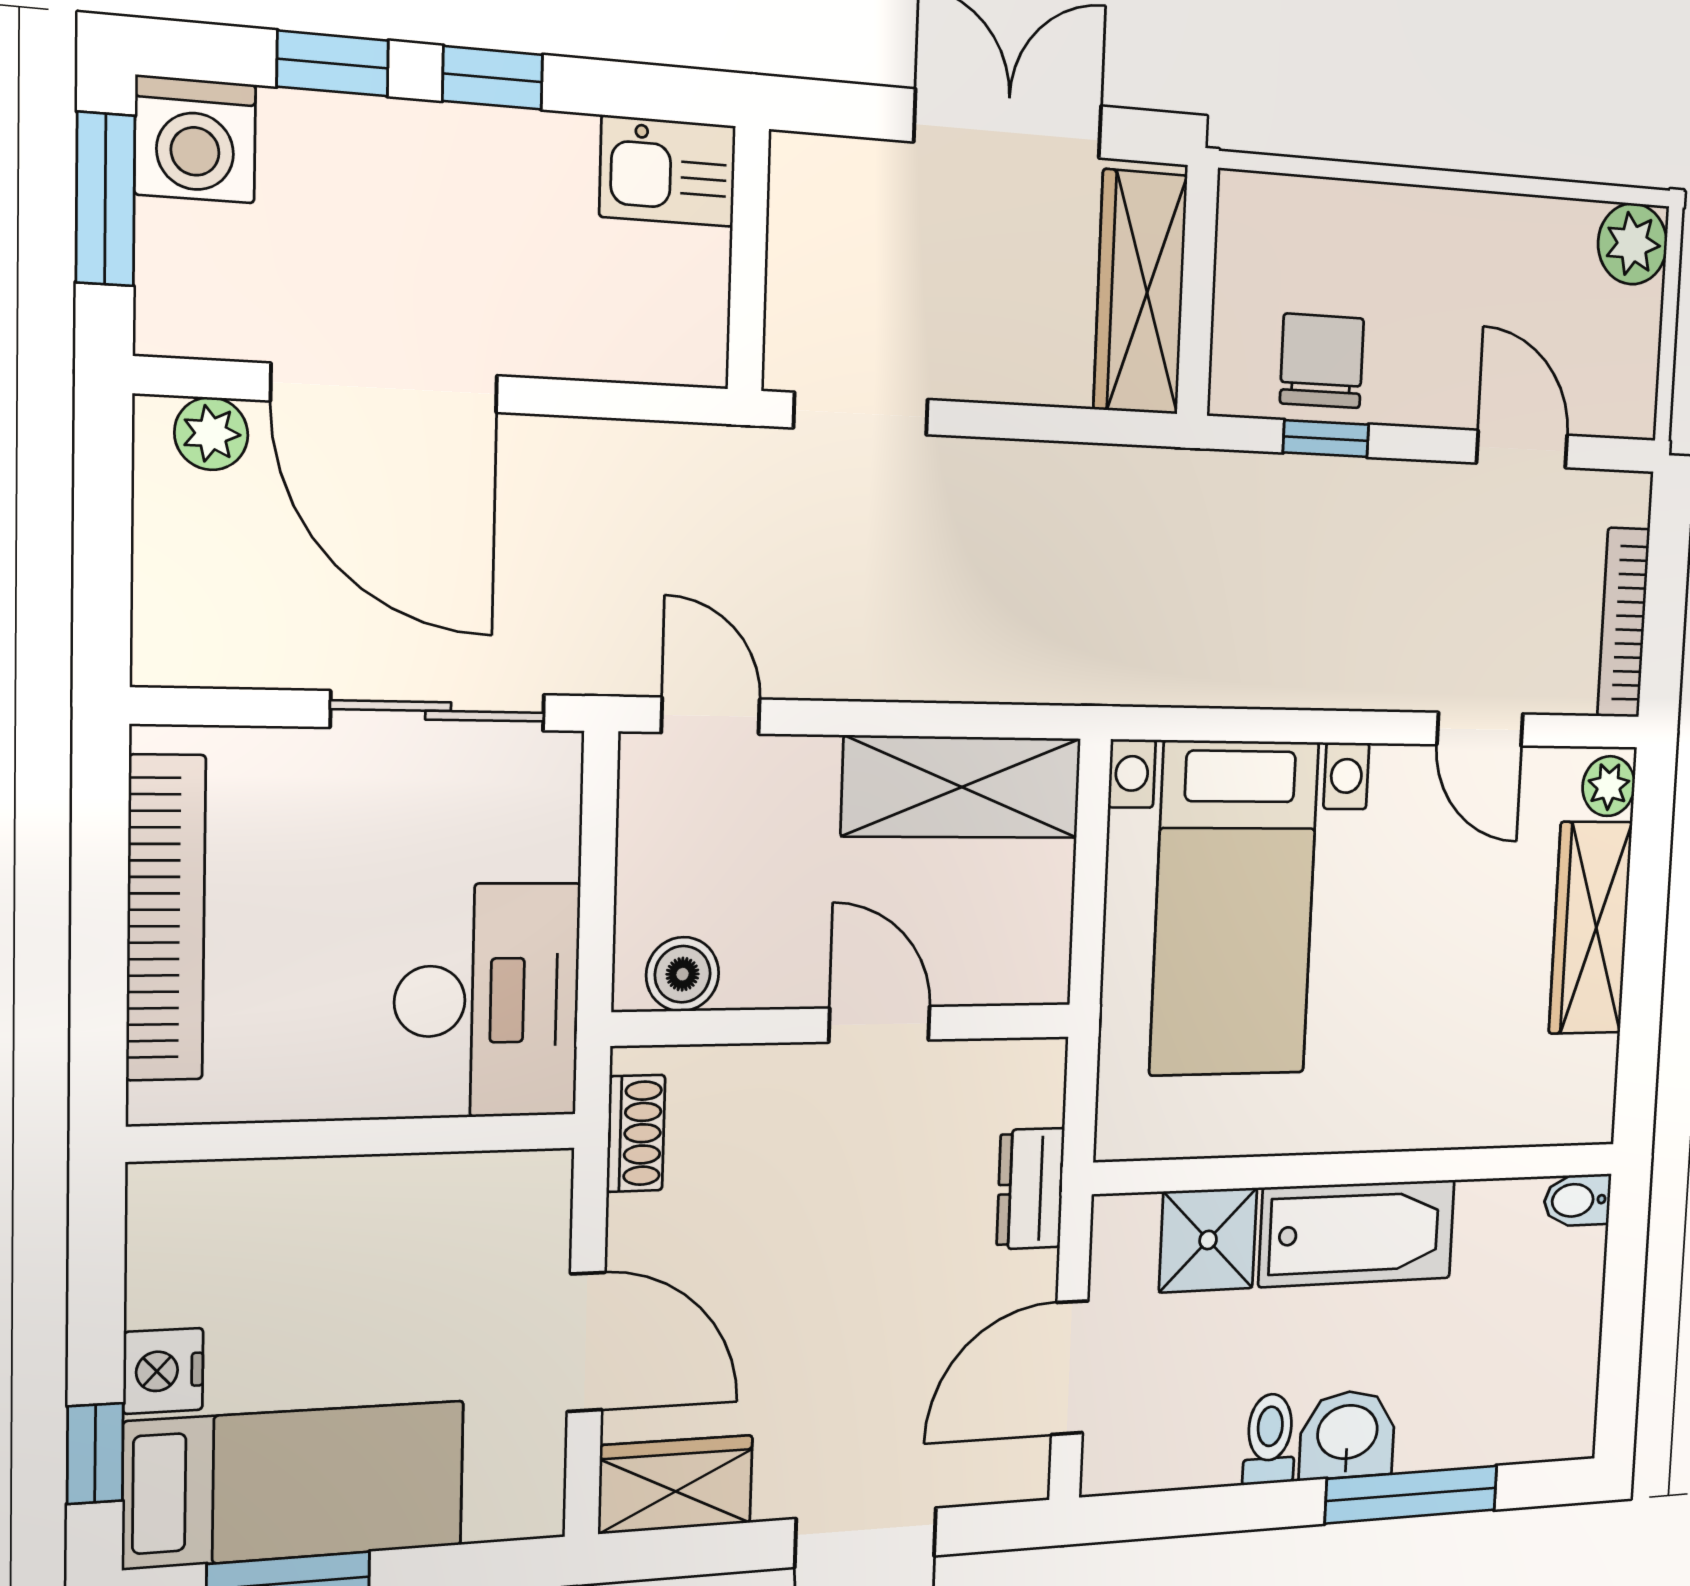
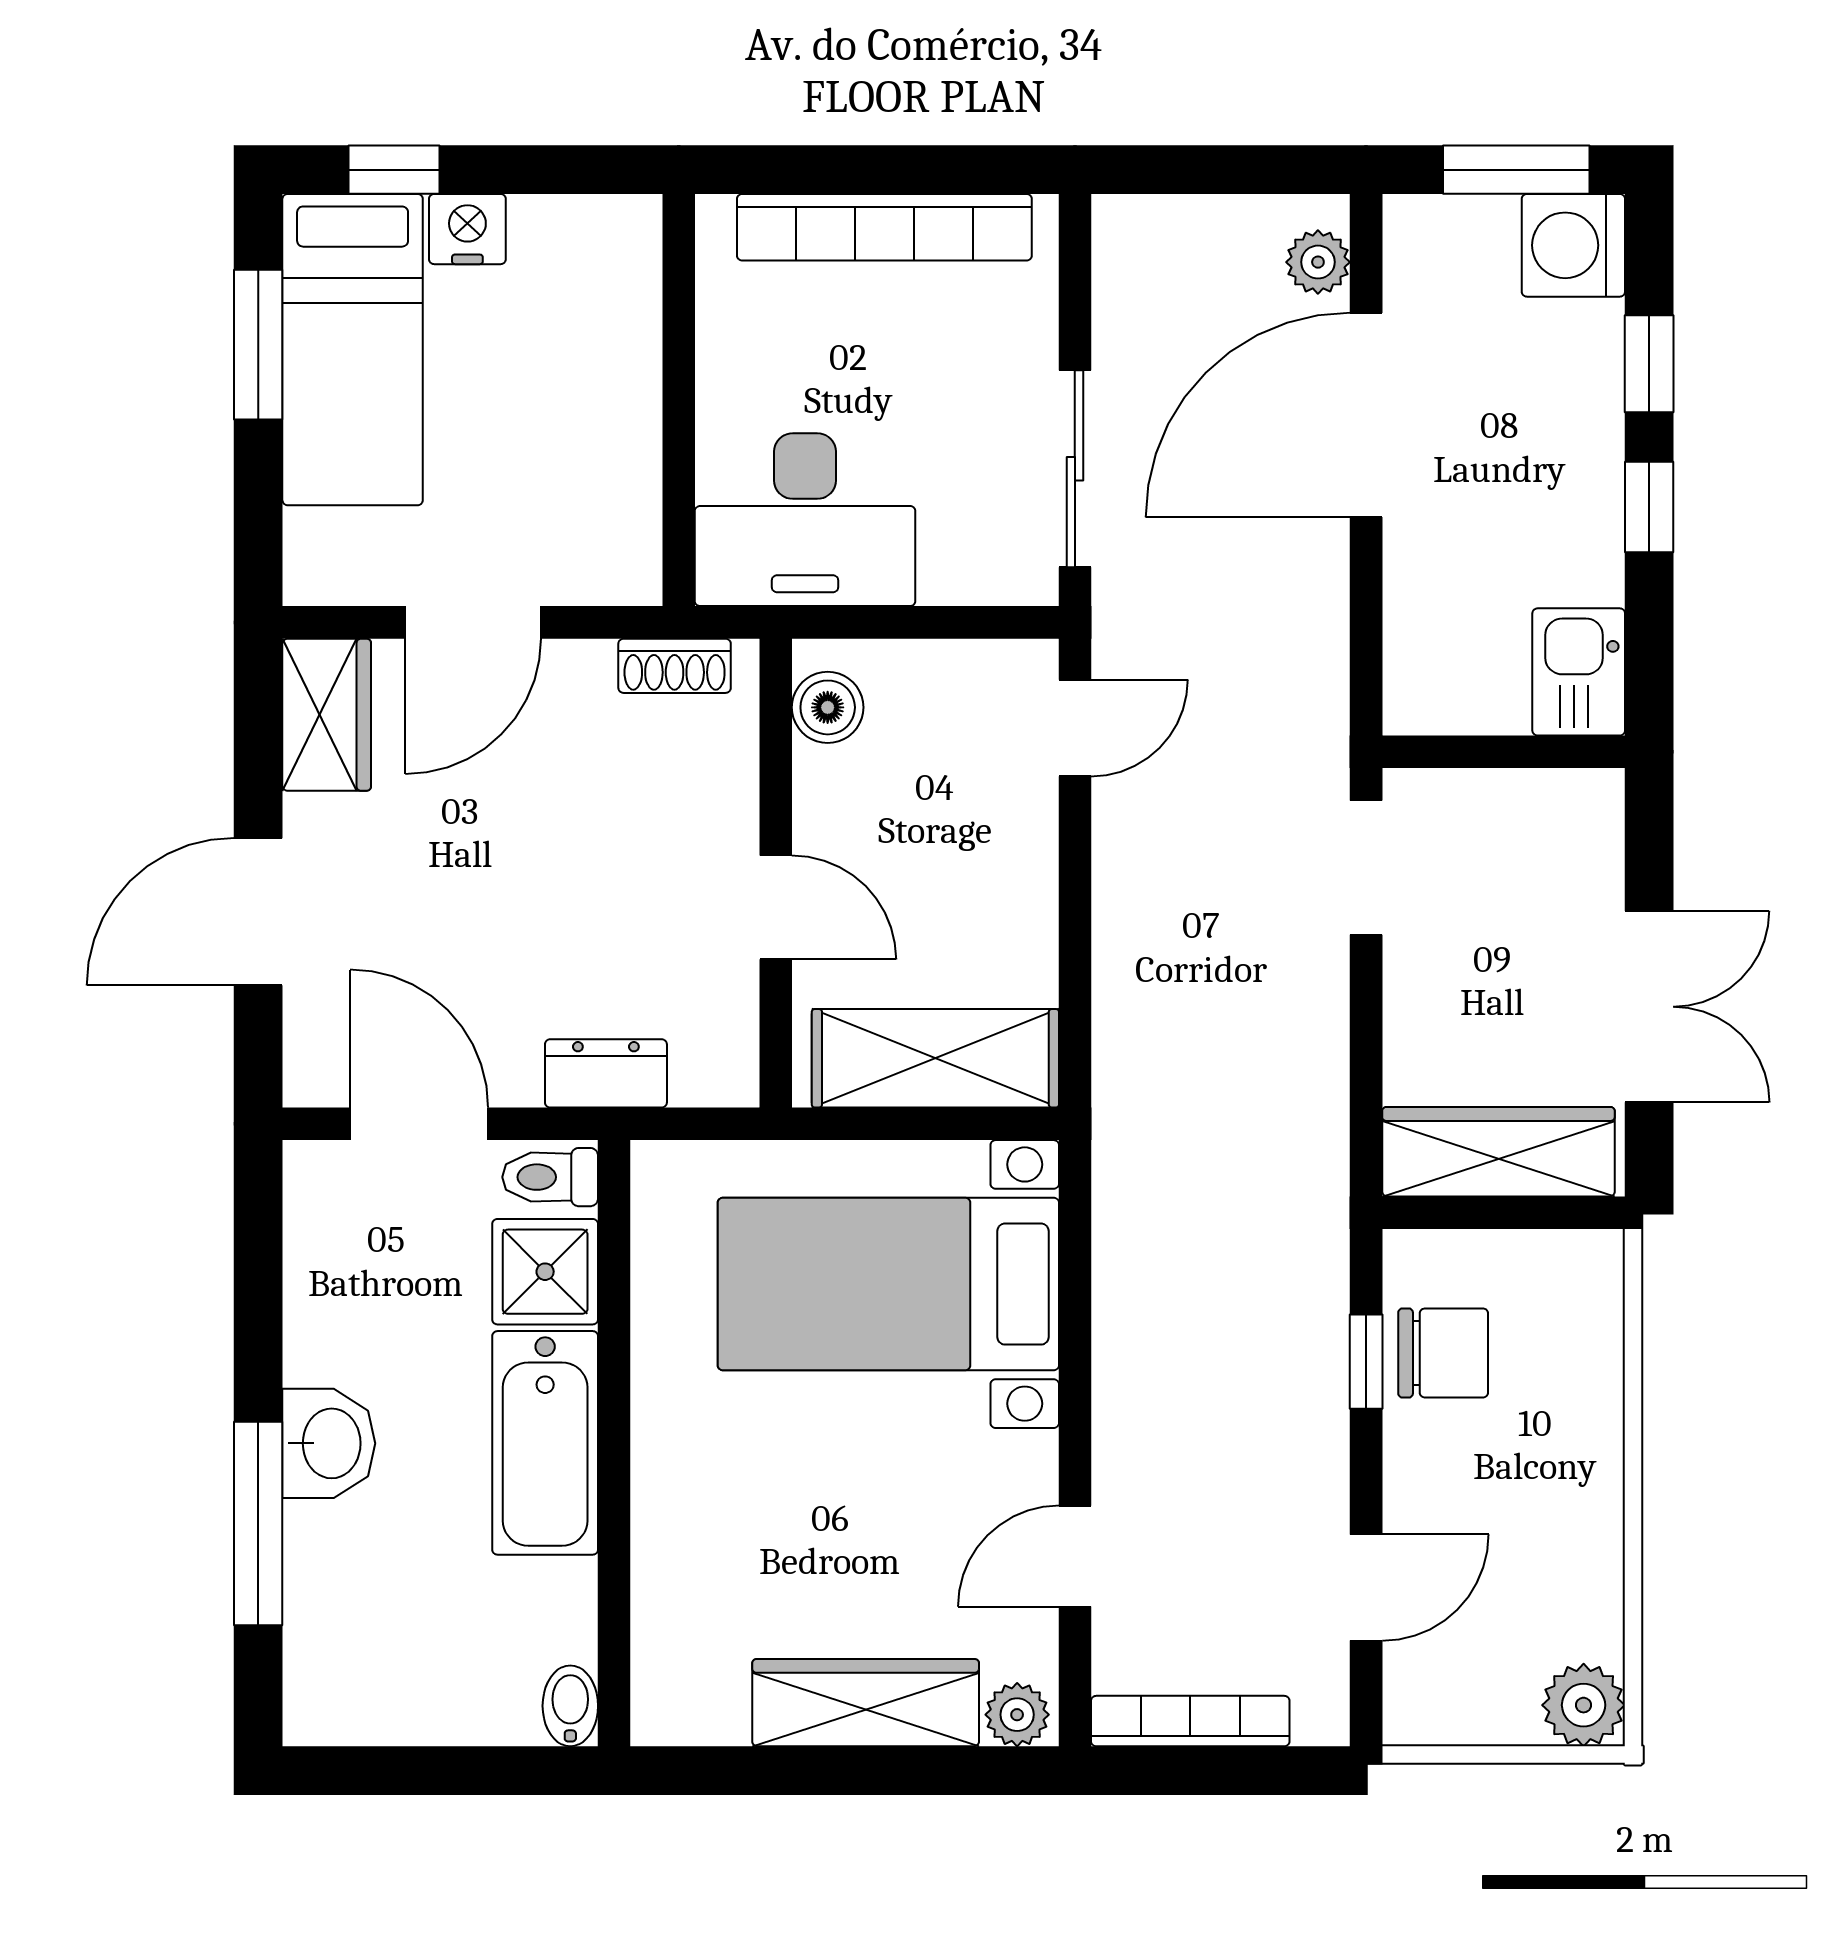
shelving: (962, 787) -> (935, 1058), moved, turned 90
door: (879, 1024) -> (776, 907), hinge flipped
toilet: (1270, 1439) -> (550, 1177), moved, turned 180

